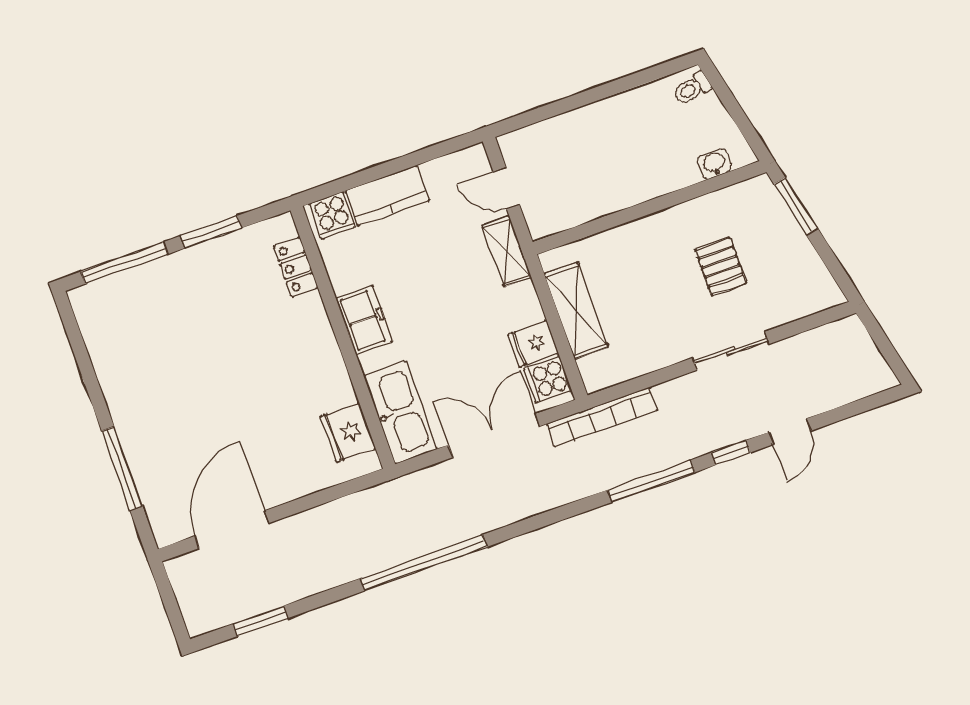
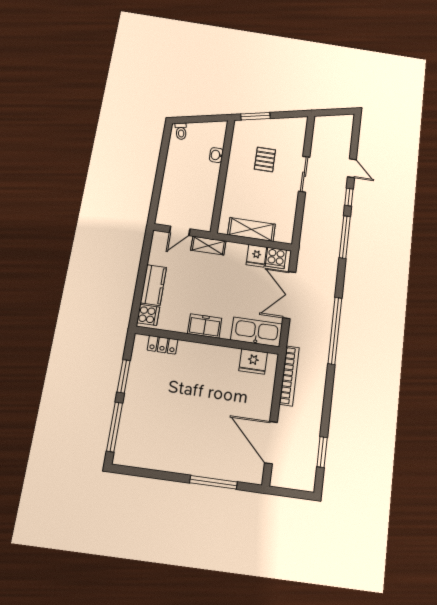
washbasin: (714, 164) -> (216, 155), moved
pallet: (721, 267) -> (265, 159), turned 90
bookcase: (602, 417) -> (289, 376), moved
window: (424, 563) -> (335, 331), moved

